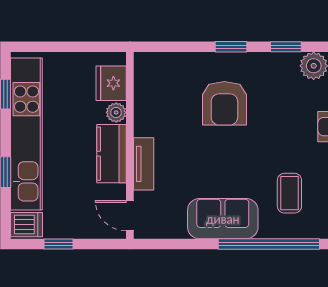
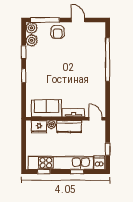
armchair: (224, 103) -> (48, 78), removed
coffee table: (289, 193) -> (86, 51), removed
door: (130, 216) -> (96, 119), swing flipped
sofa: (223, 219) -> (46, 108), moved, turned 90

